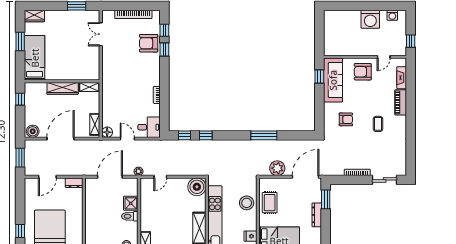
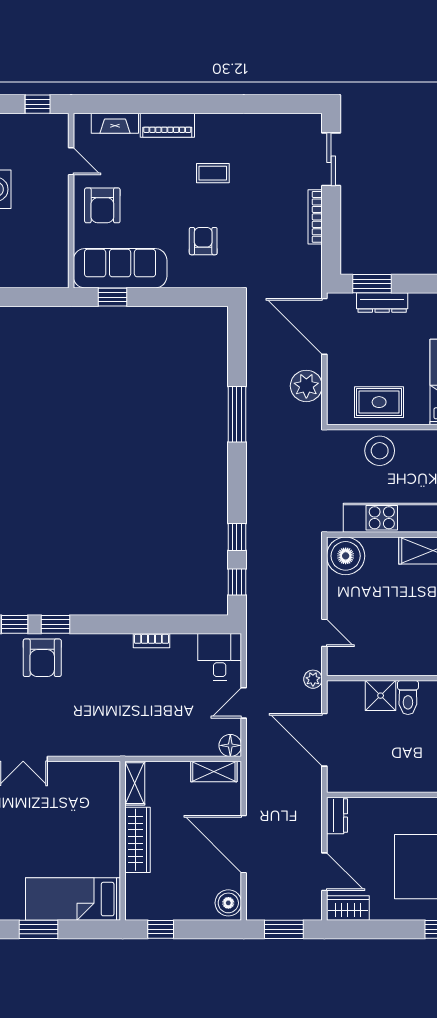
wardrobe: (30, 188) -> (348, 908), added
dresser: (317, 215) -> (382, 302), moved

